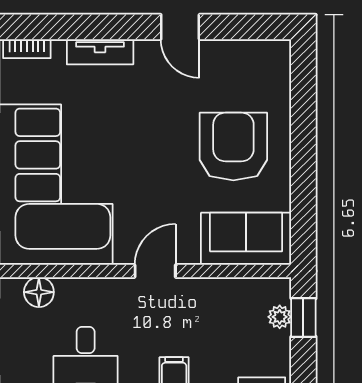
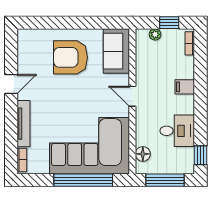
tv unit: (100, 52) -> (23, 124), width x1.41
window: (303, 317) -> (169, 23), moved

